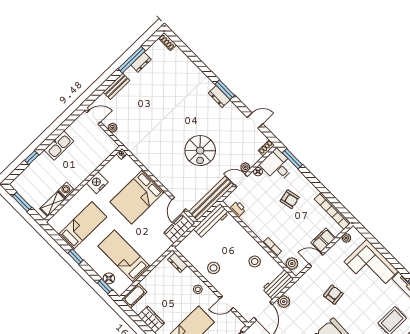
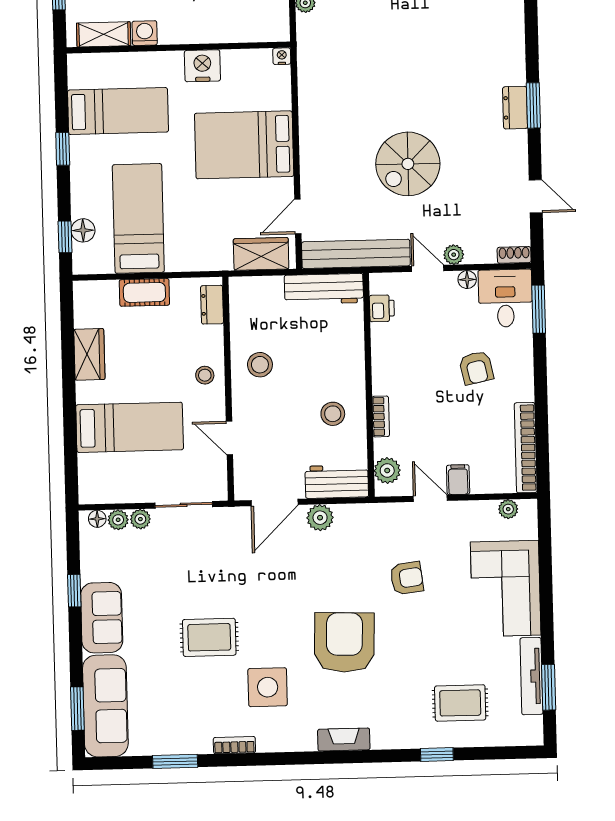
filing cabinet: (323, 240) -> (458, 480), width x0.50
cot: (134, 296) -> (144, 292), moved

